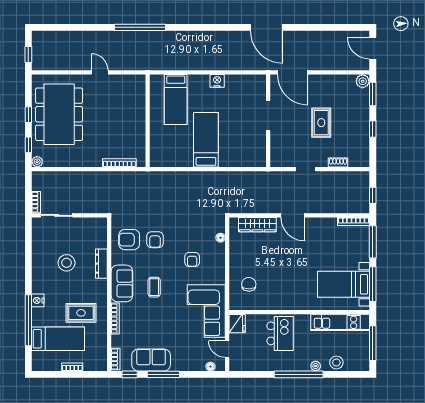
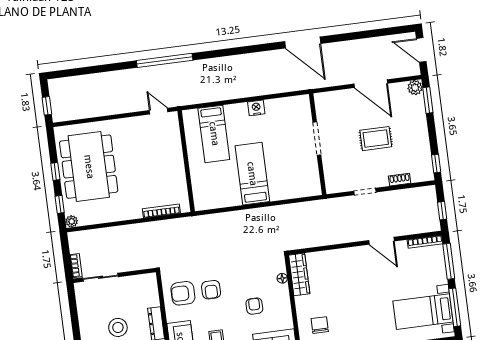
door: (100, 72) -> (159, 111), moved
door: (293, 72) -> (371, 84), moved
rug: (321, 123) -> (376, 139), turned 90
window: (373, 129) -> (436, 164), moved
door: (292, 215) -> (381, 241), moved
wardrobe: (257, 225) -> (299, 274), moved, turned -90
armchair: (192, 260) -> (254, 306), turned 180

